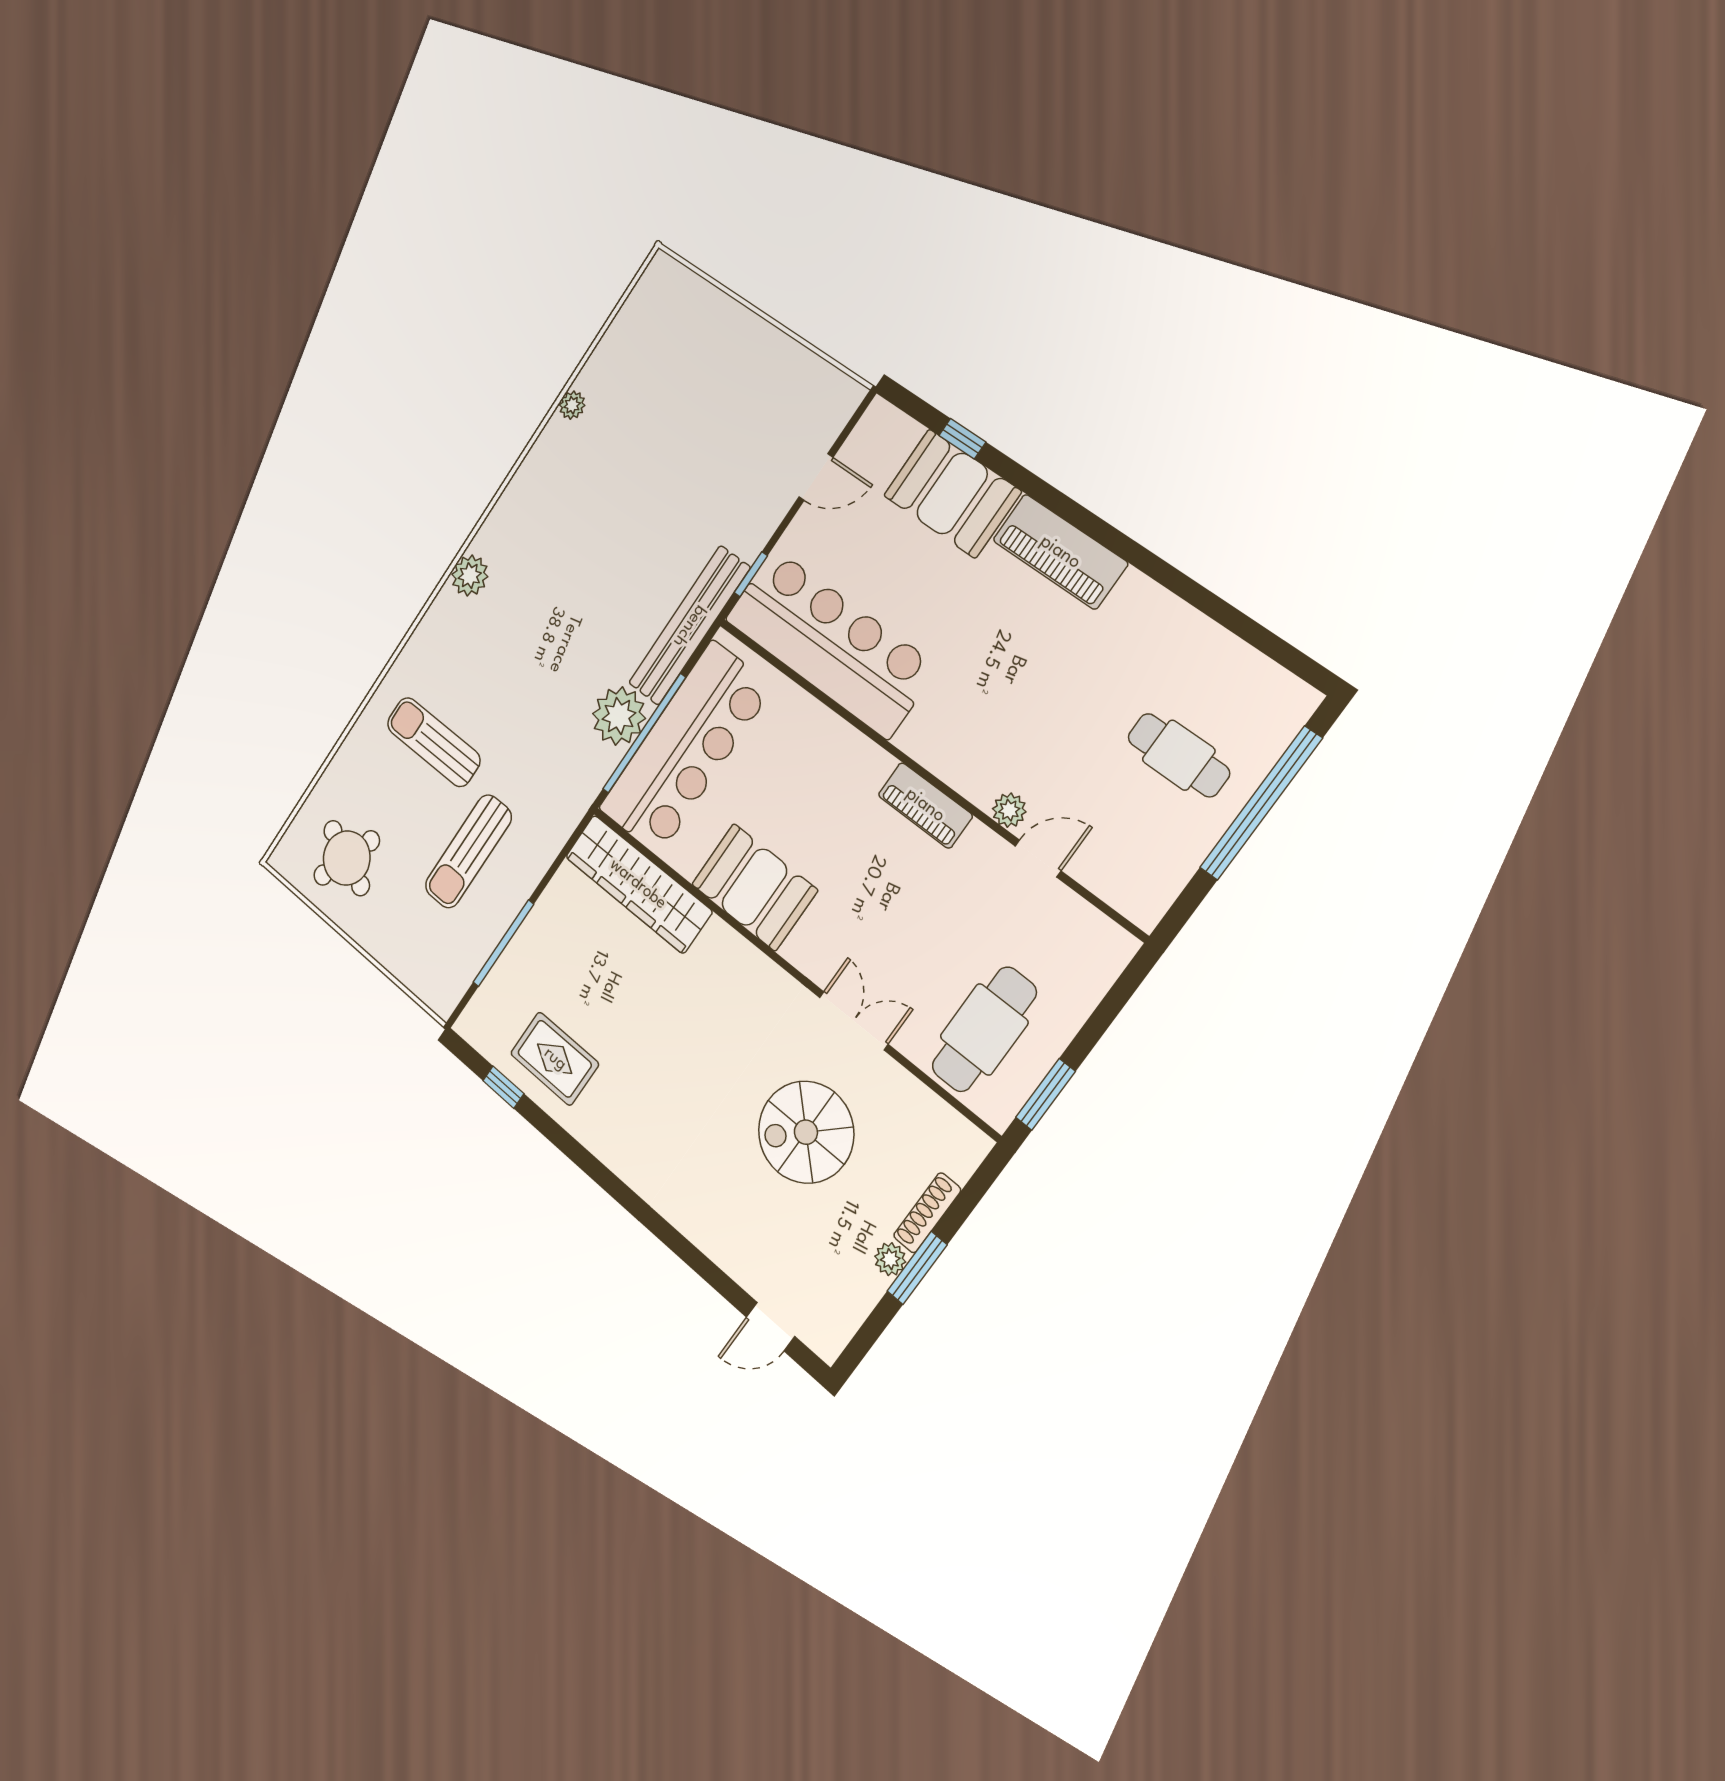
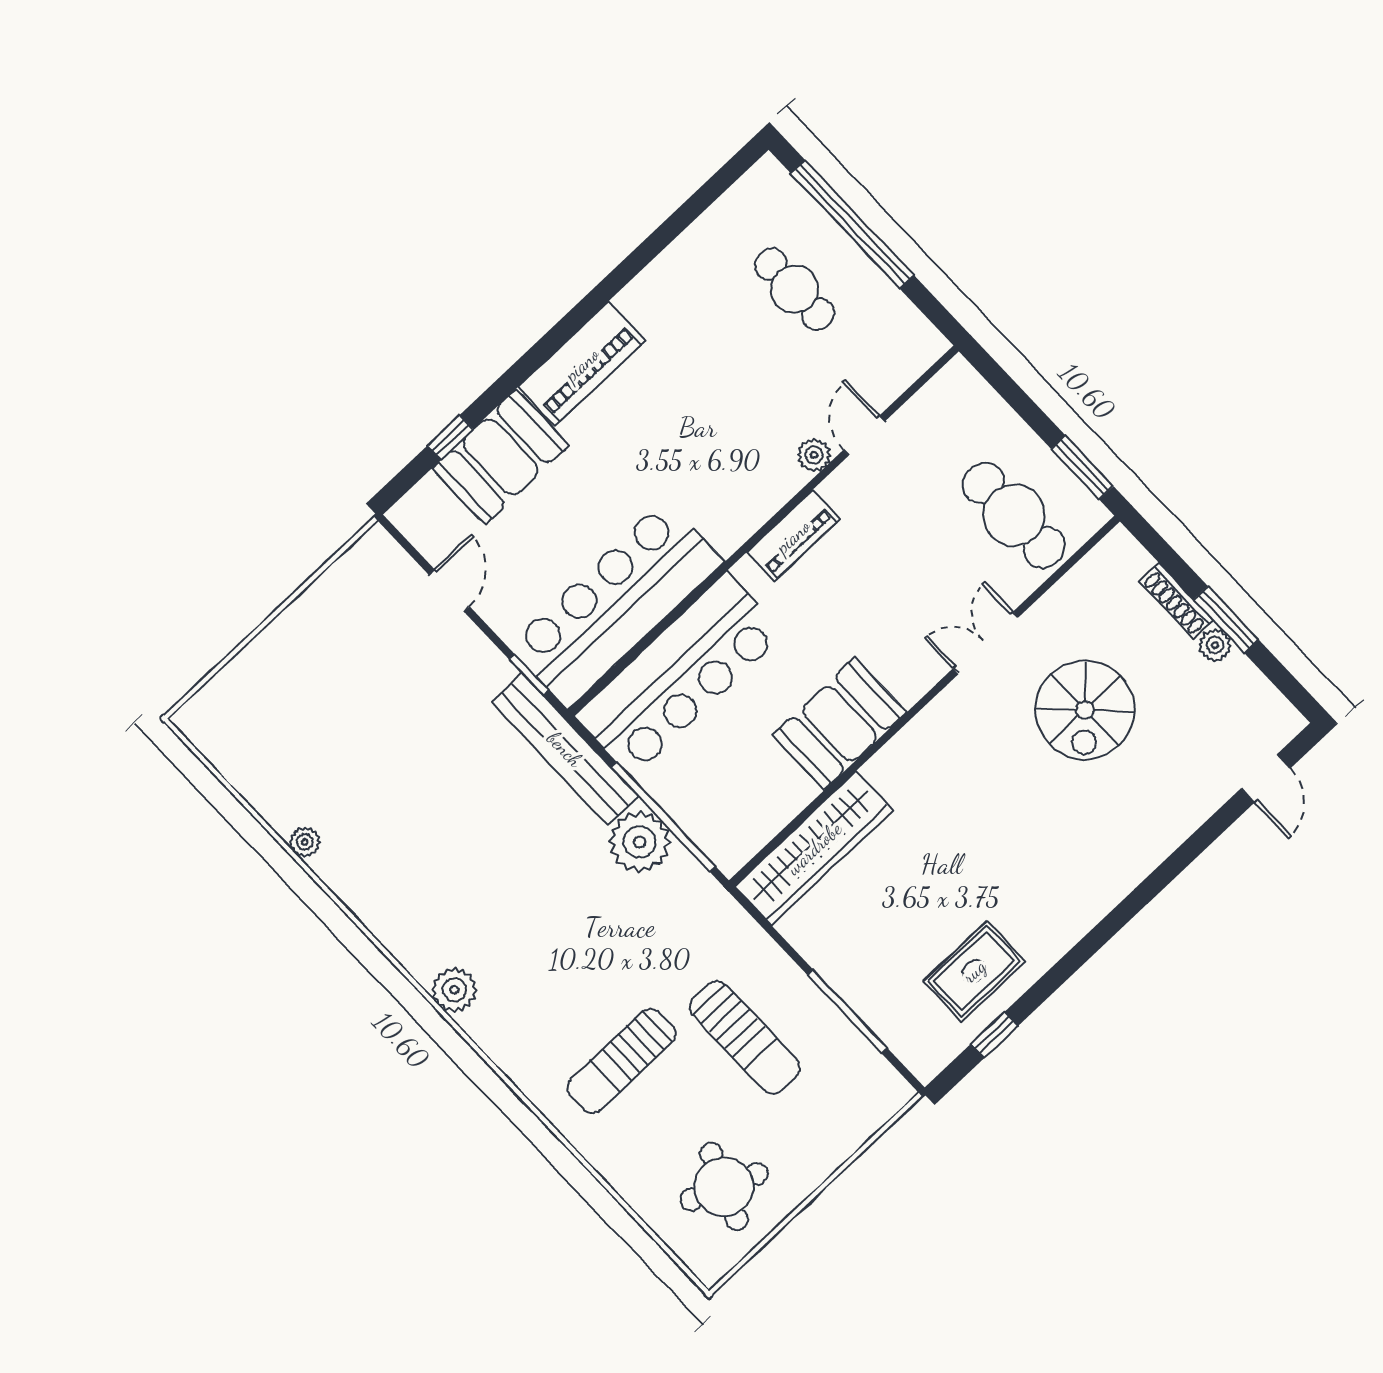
bar counter: (685, 748) -> (680, 675), moved, turned 90
cafe table: (1179, 755) -> (795, 289), turned 90

